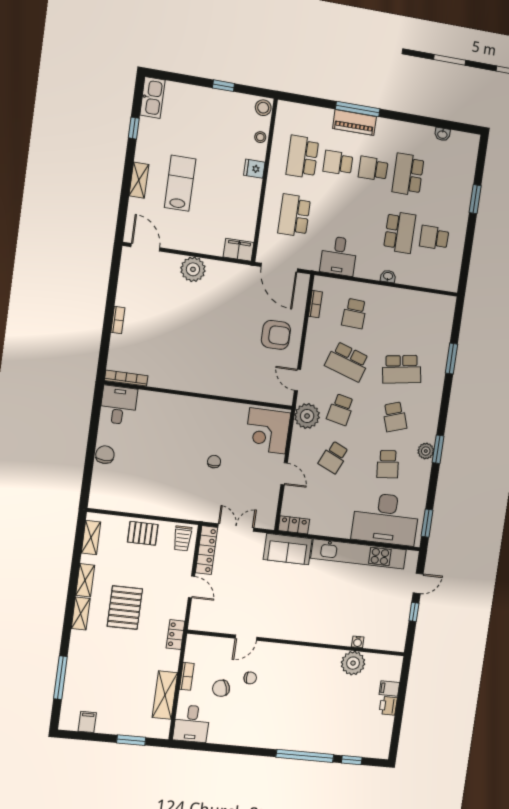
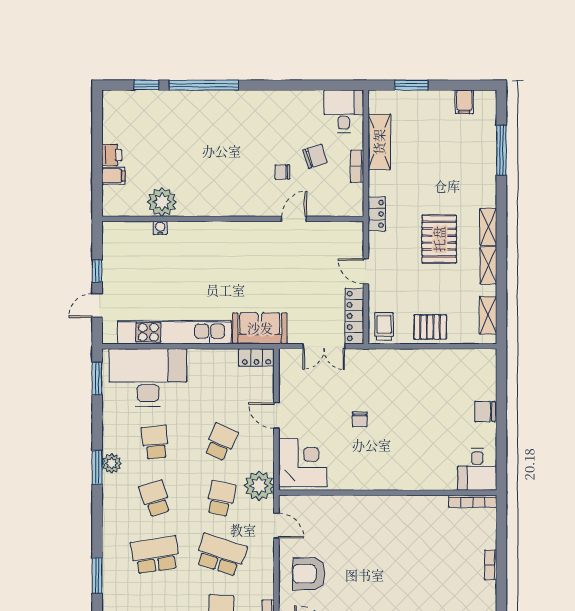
chair: (105, 455) -> (485, 412), turned 90

